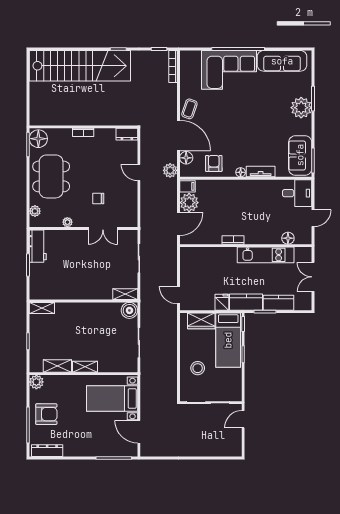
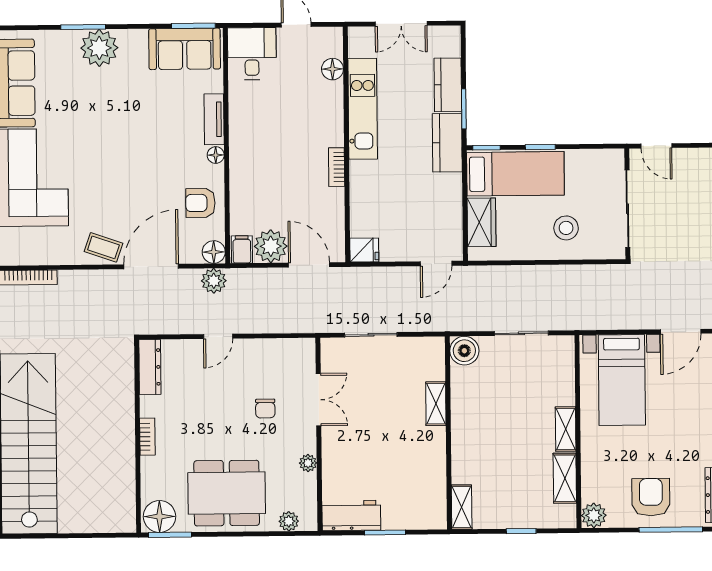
dresser: (127, 134) -> (150, 367), width x1.44
floor lamp: (186, 158) -> (214, 252), moved
shelving: (125, 294) -> (436, 404), moved
fridge: (222, 302) -> (364, 250), moved, turned 180

